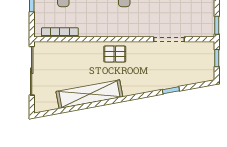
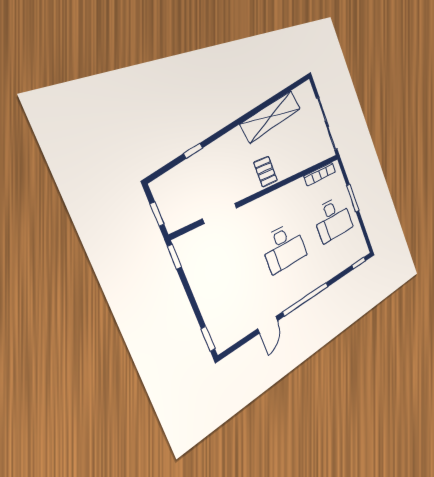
pallet: (115, 54) -> (265, 172), turned 90

